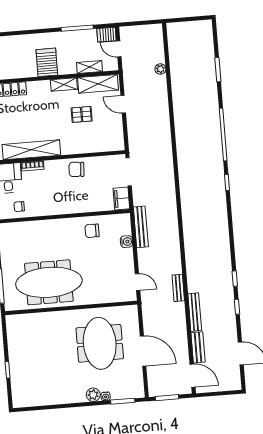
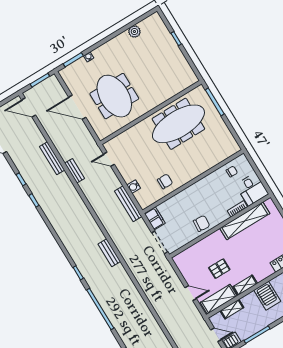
plant: (160, 69) -> (175, 336), removed
bench: (198, 347) -> (109, 253), moved
plant: (93, 395) -> (134, 32), moved

